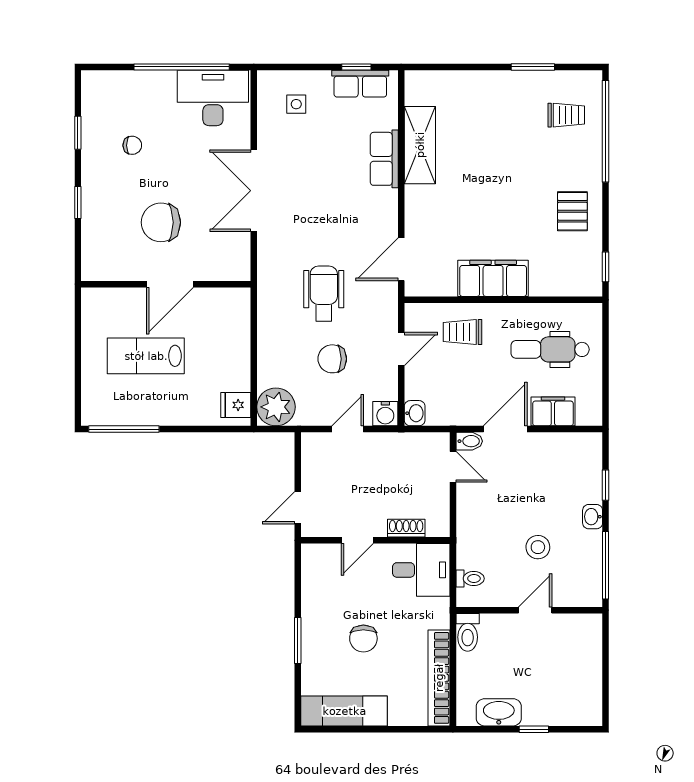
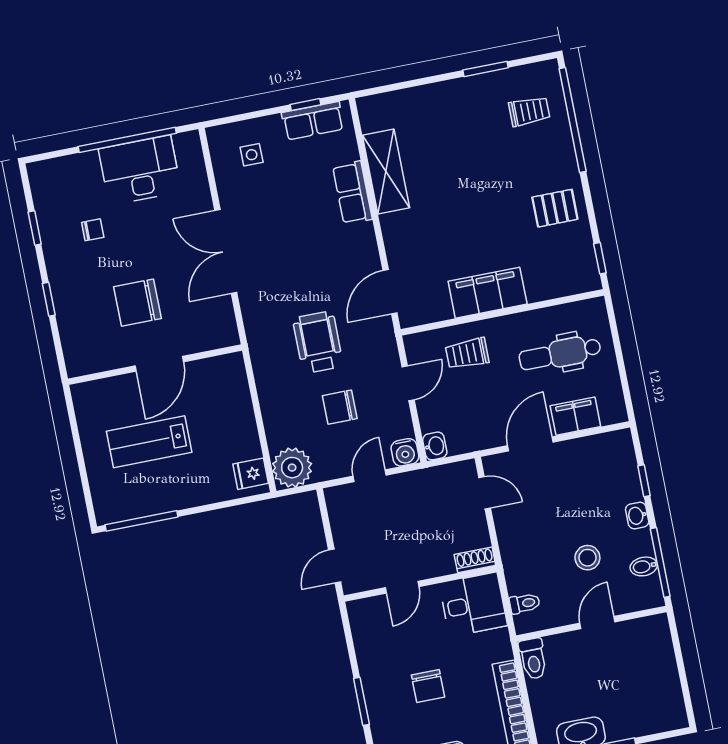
desk: (213, 98) -> (140, 170), moved
pallet: (572, 211) -> (555, 208), turned 90
bidet: (469, 441) -> (644, 566), moved, turned 180
shoe rack: (406, 528) -> (475, 560), moved

